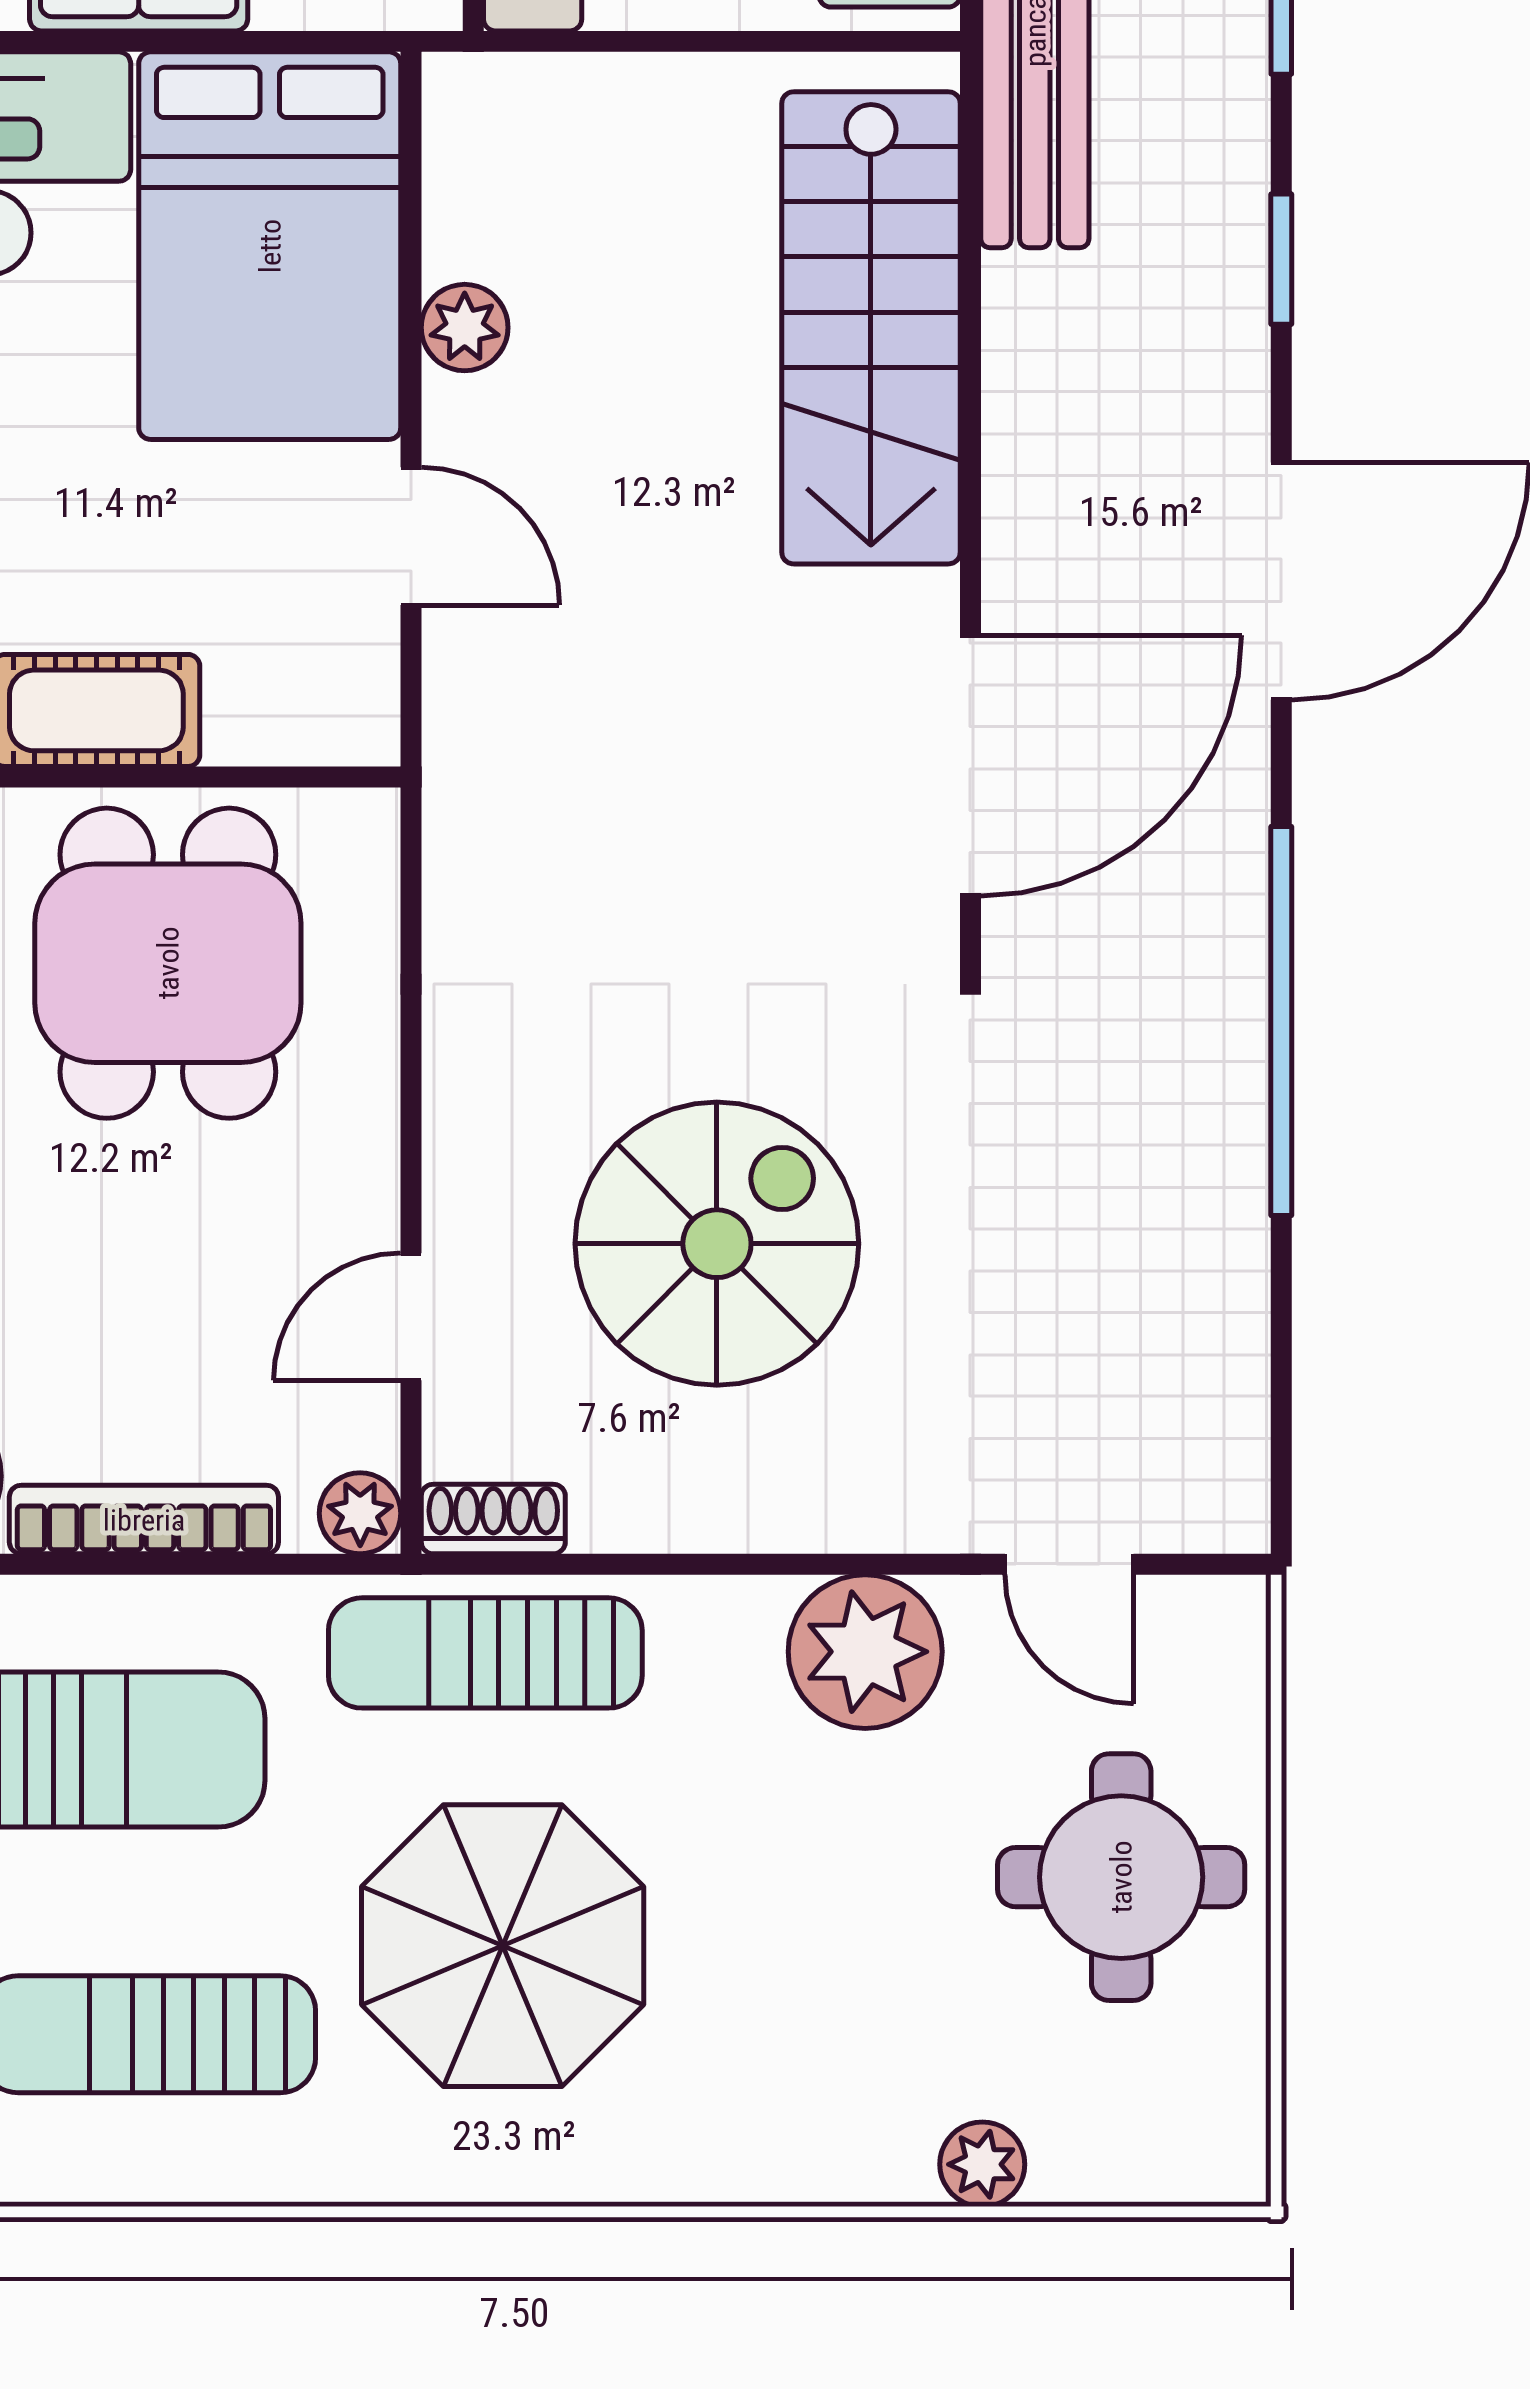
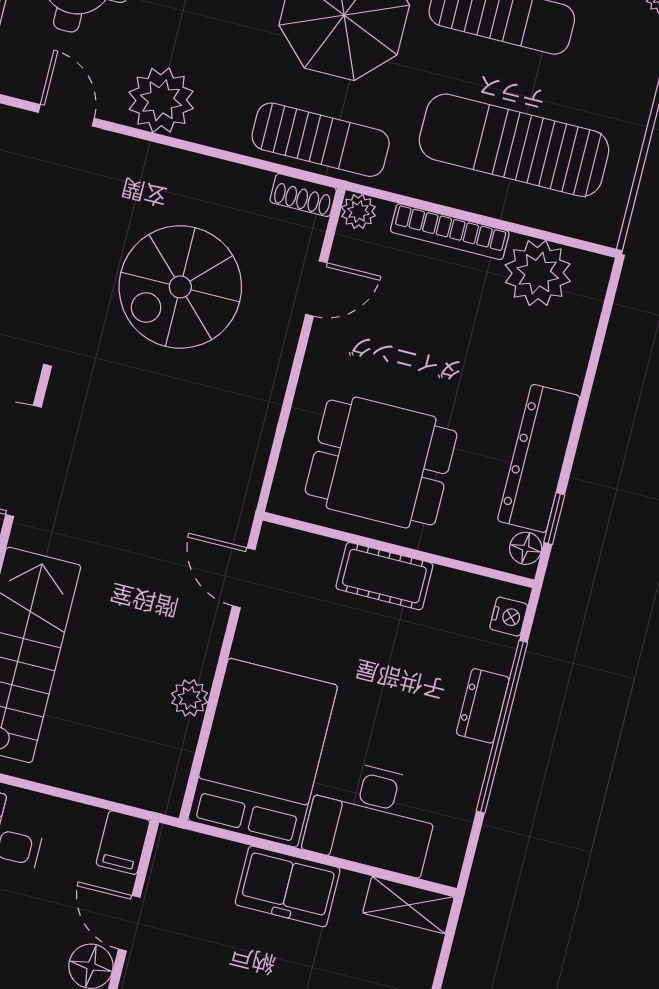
door: (411, 536) -> (244, 578), moved
dining table: (168, 963) -> (381, 463), turned 90

